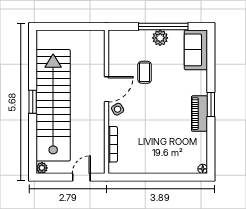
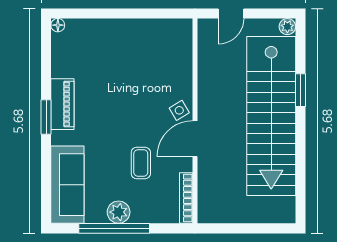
sofa: (196, 50) -> (67, 185), width x1.36
window: (33, 102) -> (300, 90), moved
bookcase: (113, 144) -> (186, 198), moved

